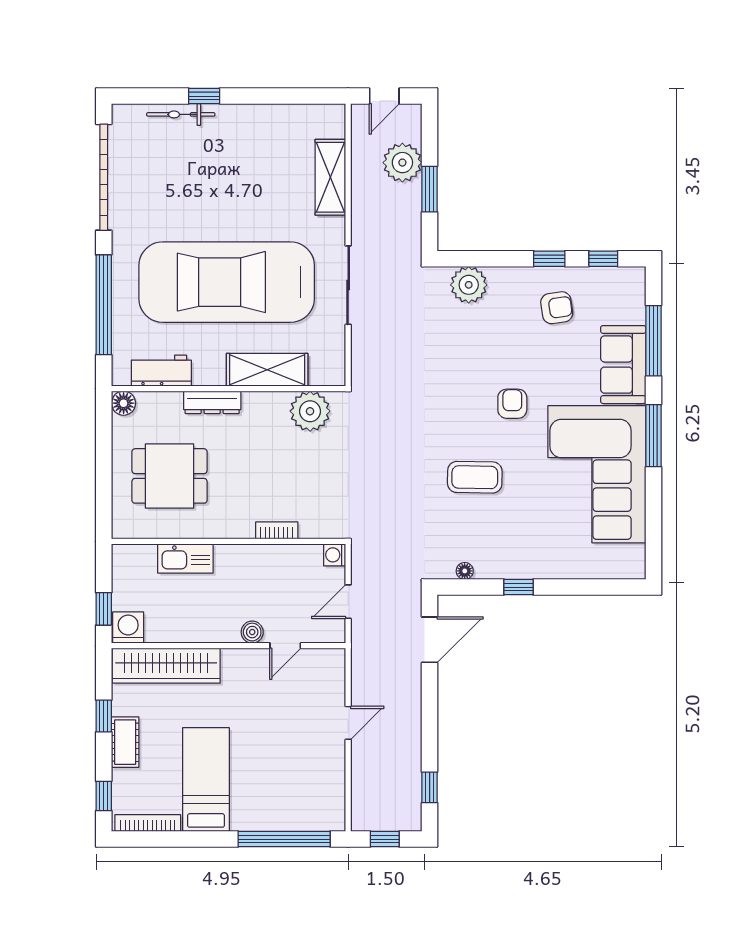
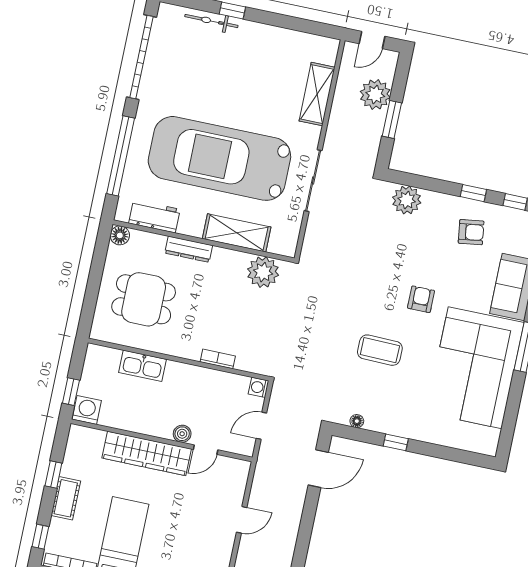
wardrobe: (166, 666) -> (147, 453), moved

